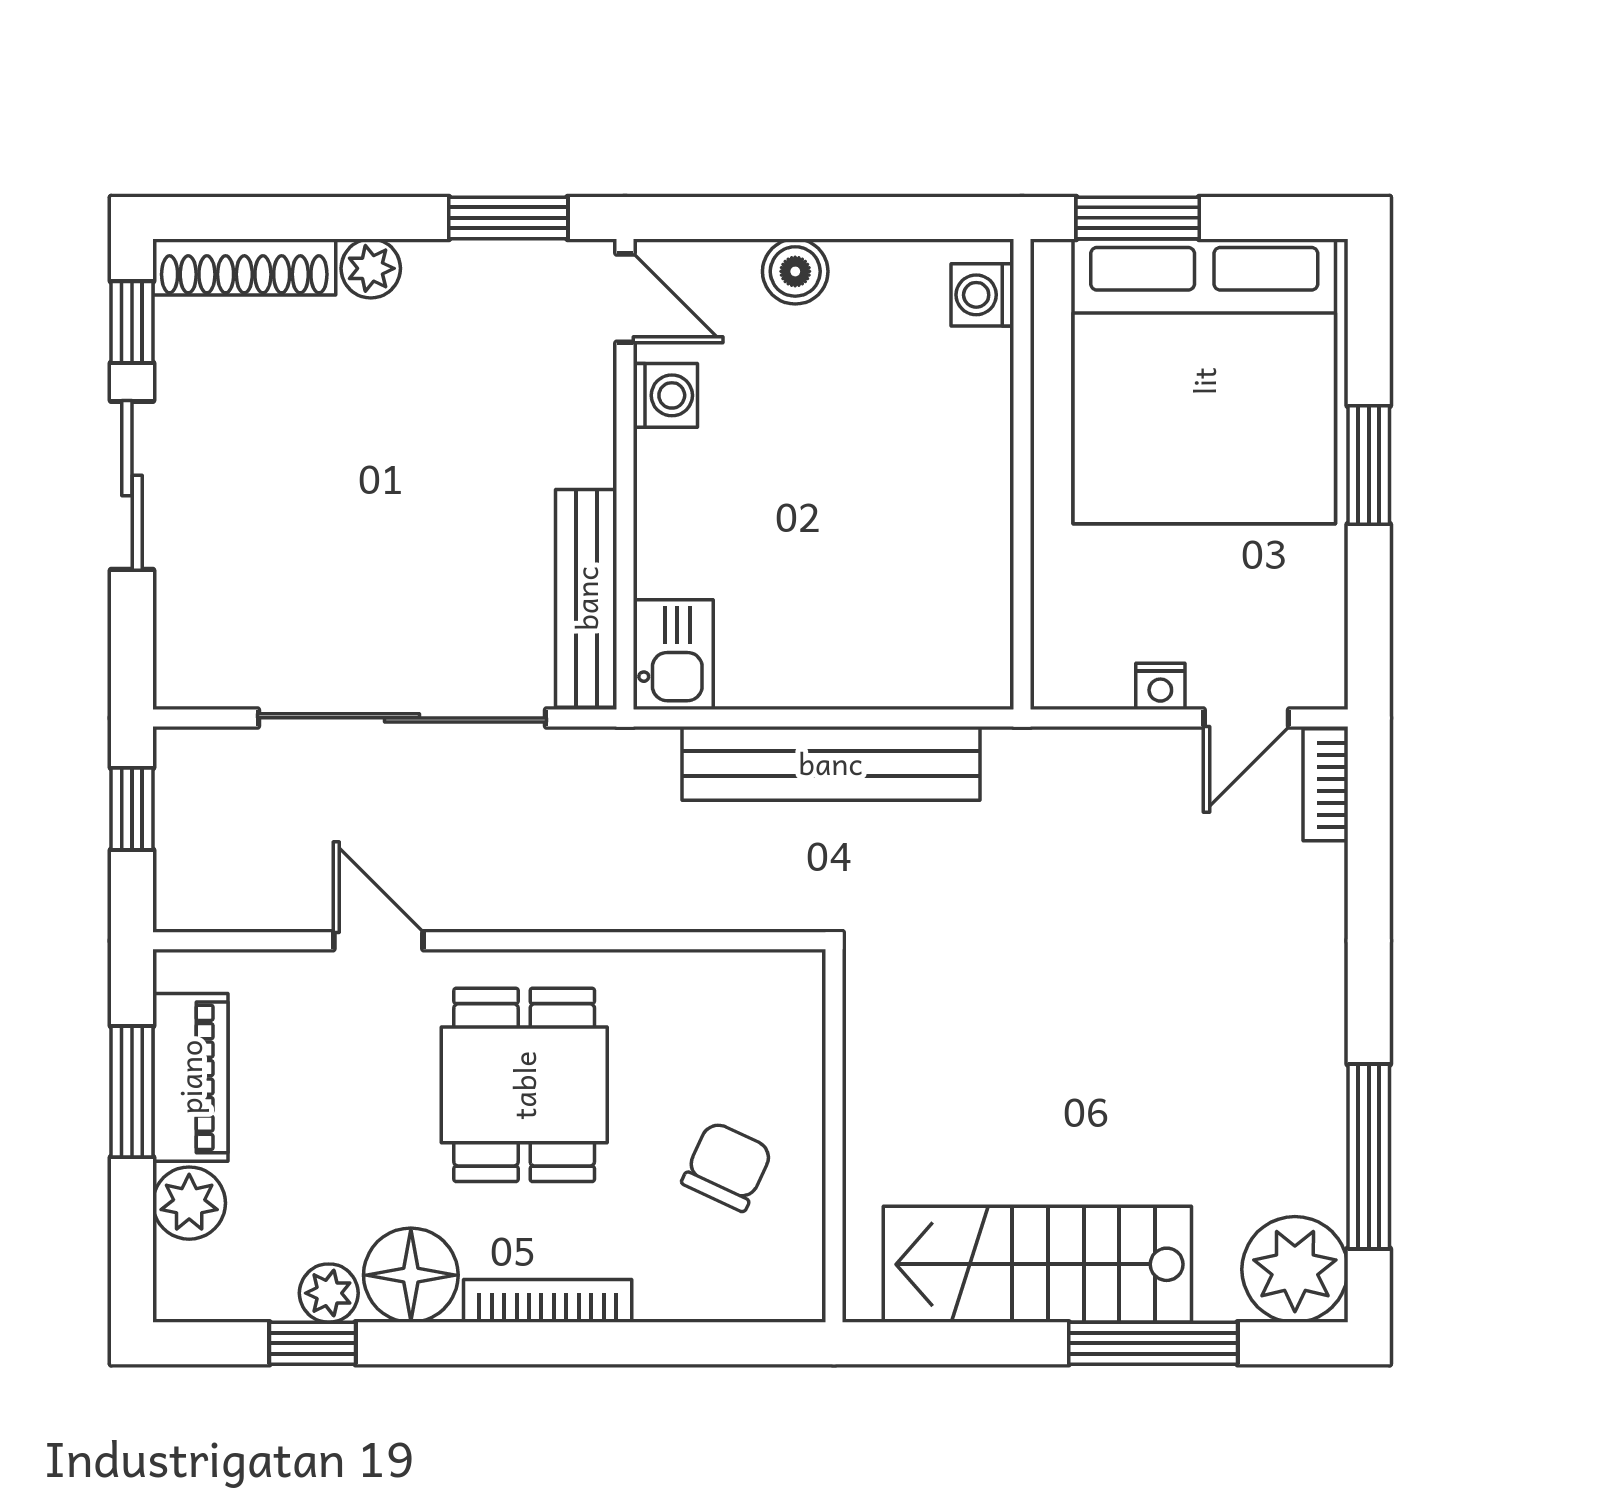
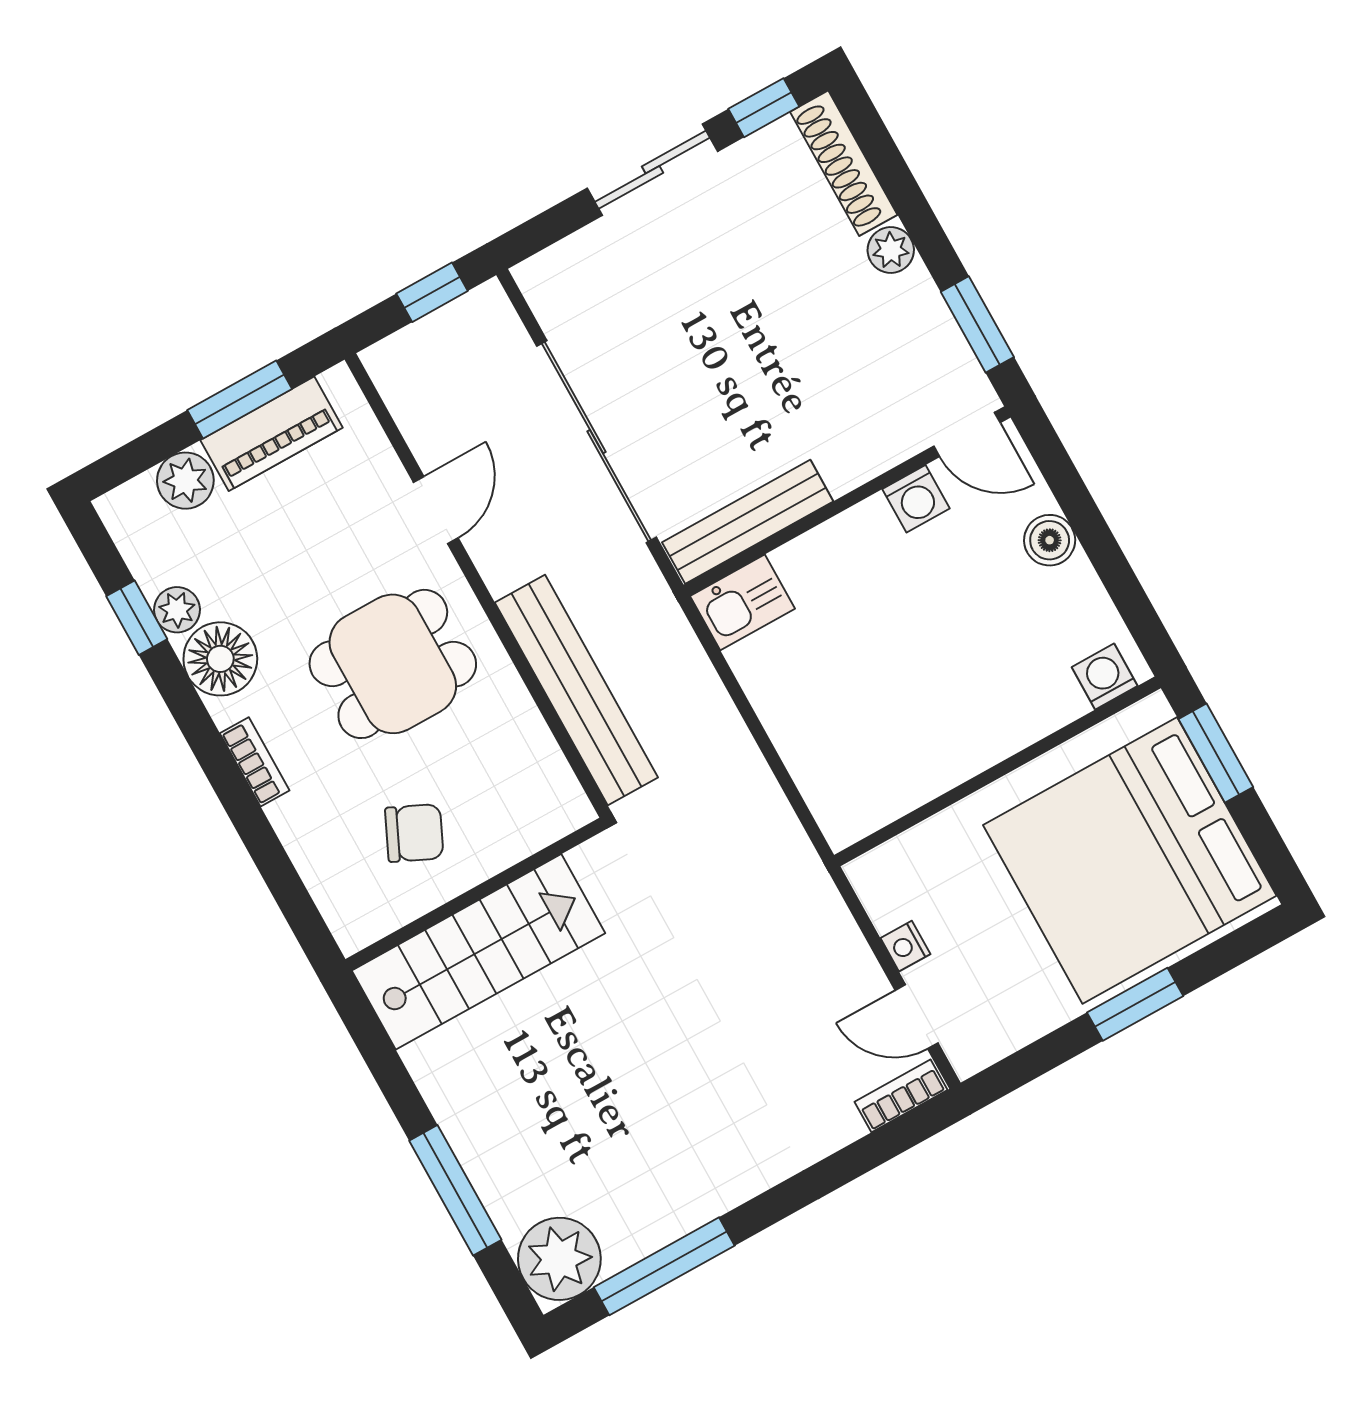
door: (625, 298) -> (967, 434), hinge flipped
bench: (831, 763) -> (576, 690), moved
stairs: (1037, 1264) -> (479, 952), moved, turned 90
bookcase: (548, 1301) -> (255, 762), width x0.64

